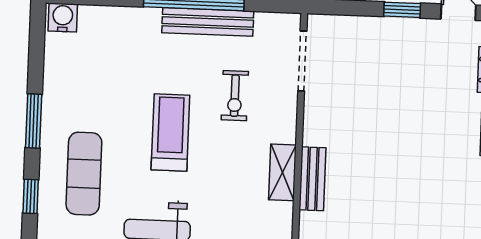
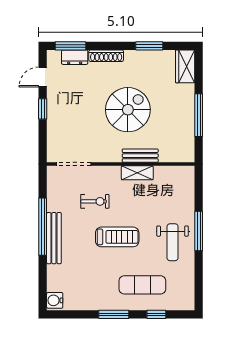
bench: (208, 22) -> (54, 238), moved
treadmill: (170, 132) -> (117, 237), turned 180
spiral stairs: (395, 160) -> (128, 110), added

